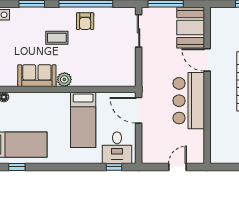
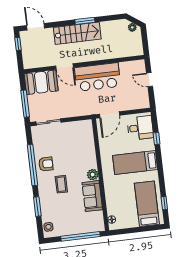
door: (207, 60) -> (65, 67), hinge flipped
bed: (83, 120) -> (135, 162), moved, turned 180
window: (114, 167) -> (157, 139), moved

